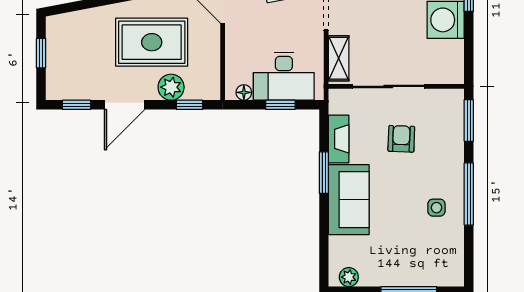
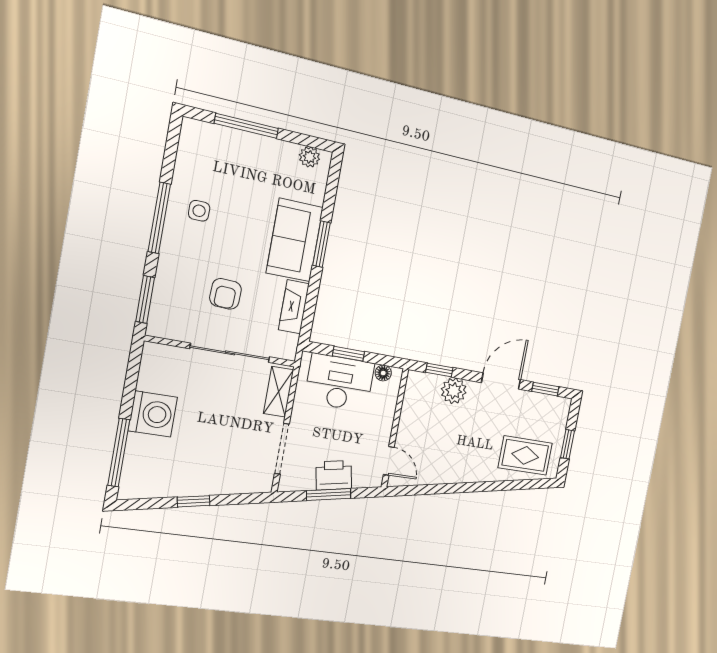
rug: (152, 42) -> (525, 455), moved, width x0.73, depth x0.70
window: (324, 173) -> (321, 244), moved

